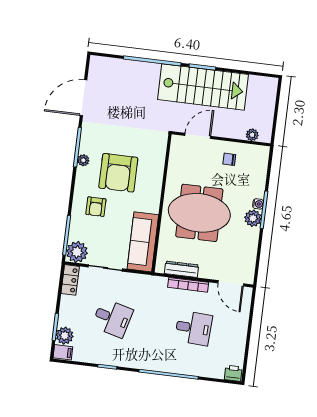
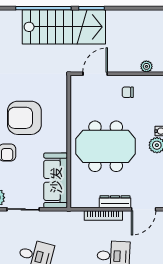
stairs: (203, 87) -> (64, 27), moved
armchair: (118, 173) -> (24, 118), turned 90
dresser: (182, 269) -> (115, 202), moved
door: (231, 283) -> (144, 209), hinge flipped

